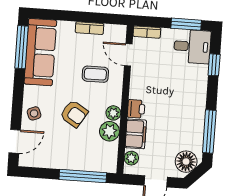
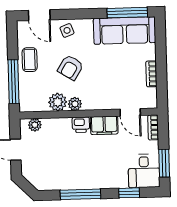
door: (128, 55) -> (130, 112), swing flipped
coffee table: (95, 74) -> (30, 60), moved
window: (209, 132) -> (80, 194), moved
filing cabinet: (136, 134) -> (104, 125), moved
floor lamp: (186, 162) -> (37, 176), removed

